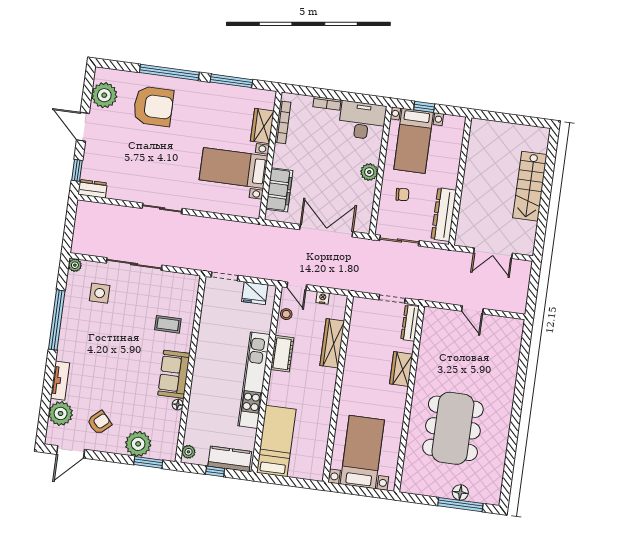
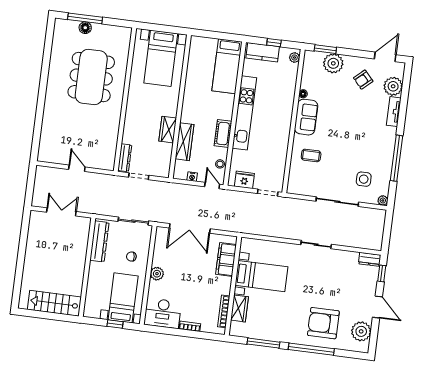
stairs: (530, 186) -> (54, 303), moved, turned -90
wardrobe: (401, 369) -> (168, 130), moved, turned 180

